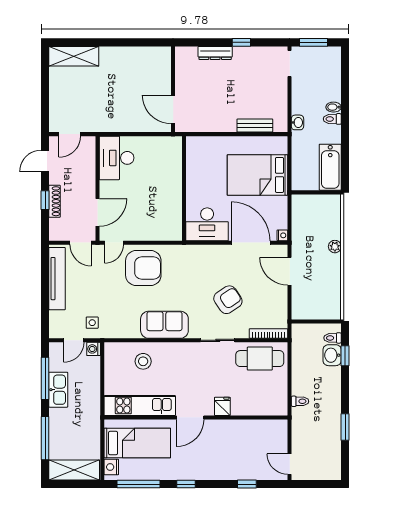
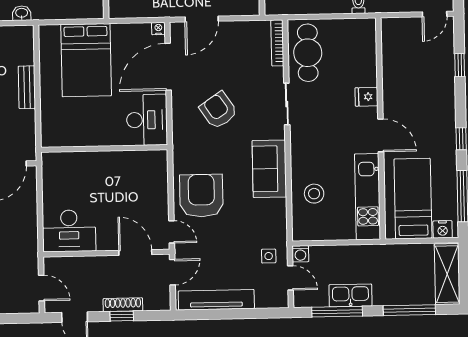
bench: (255, 126) -> (27, 87), moved
armchair: (228, 300) -> (218, 110), moved

